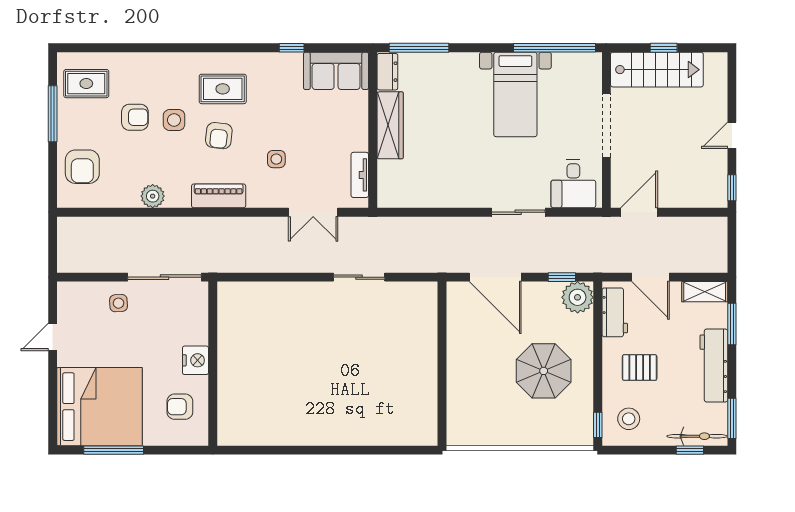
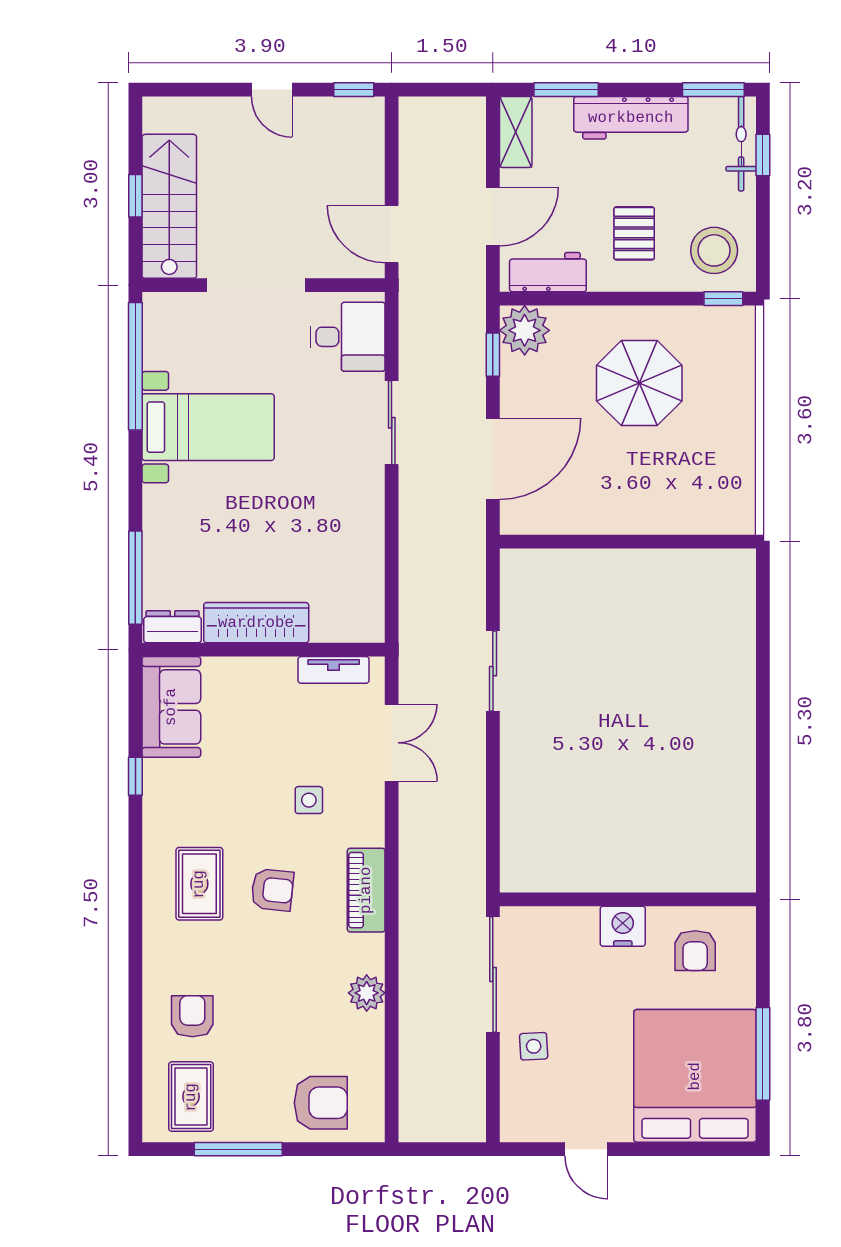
armchair: (135, 117) -> (192, 1016), moved
side table: (174, 120) -> (248, 960), removed
stool: (629, 419) -> (714, 250), width x1.38, depth x1.38

